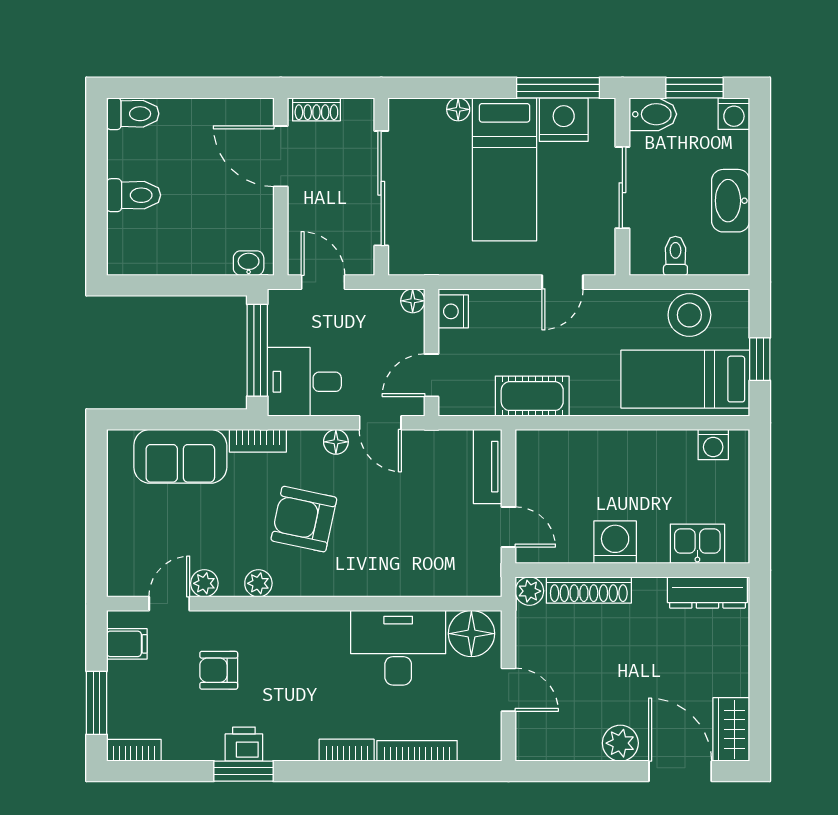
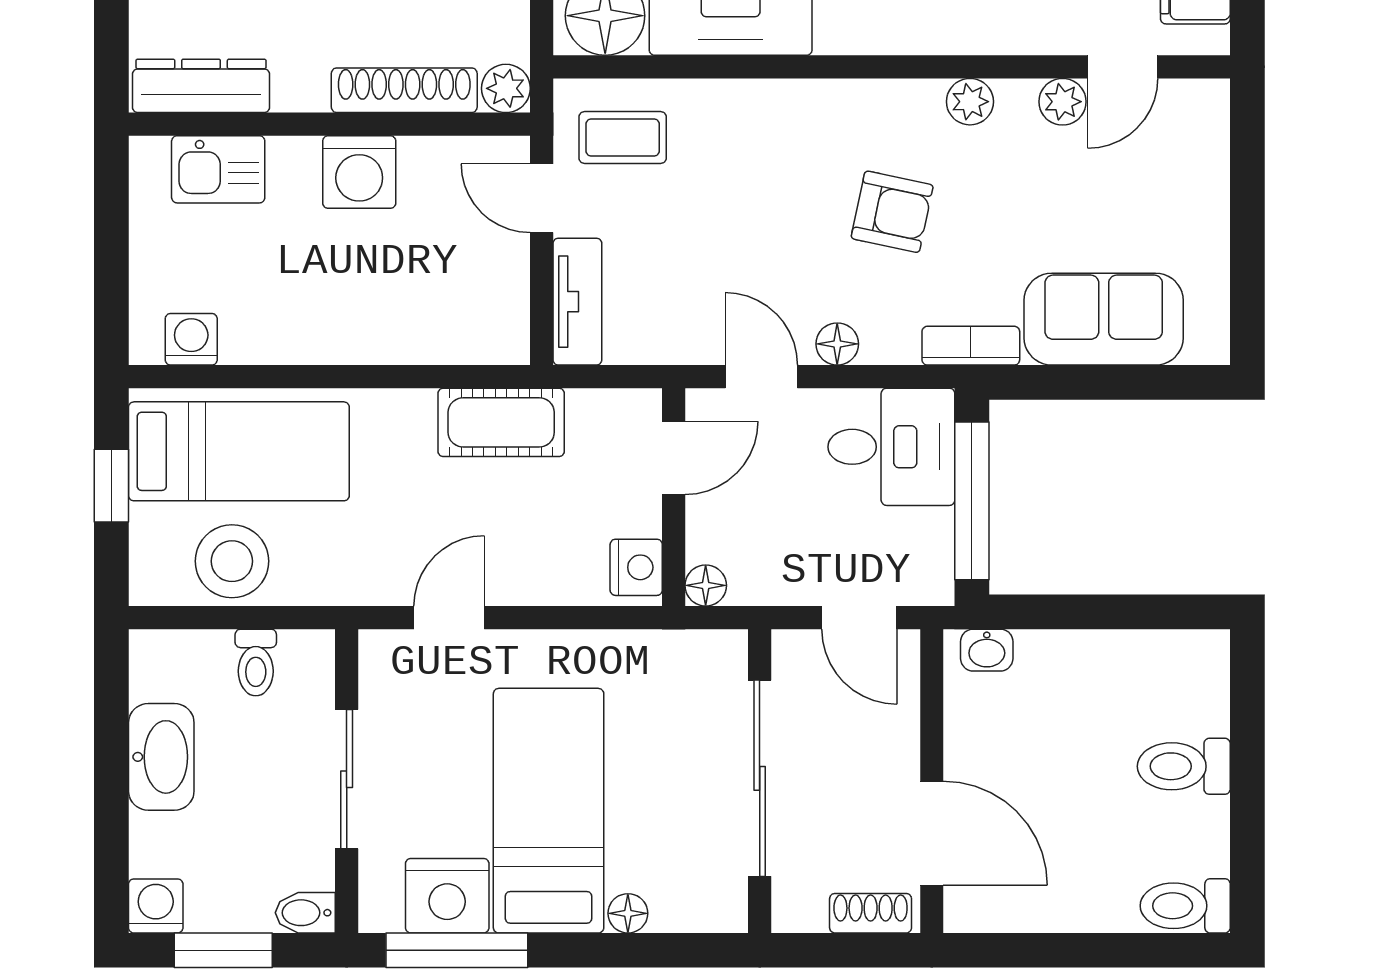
bidet: (653, 114) -> (305, 913), width x0.72, depth x0.74
armchair: (304, 519) -> (892, 212), width x0.72, depth x0.72
coffee table: (461, 562) -> (623, 138), added

